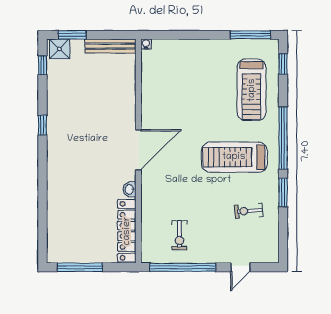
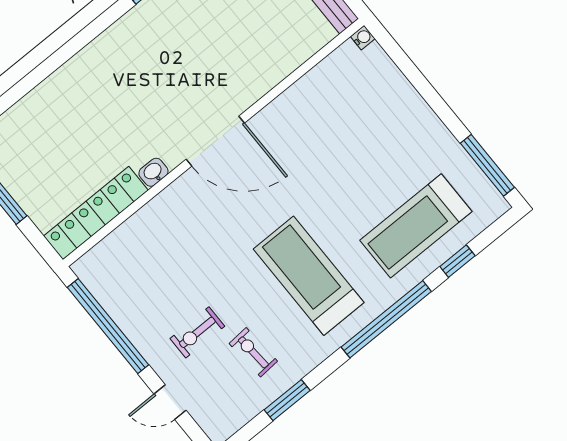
window: (283, 64) -> (457, 261), moved
window: (283, 192) -> (287, 400), moved
exercise bike: (179, 235) -> (197, 332), moved

